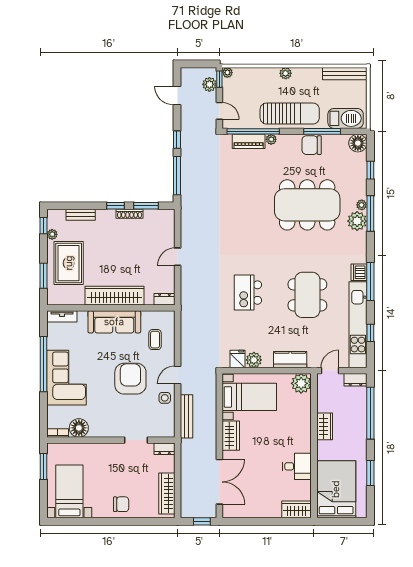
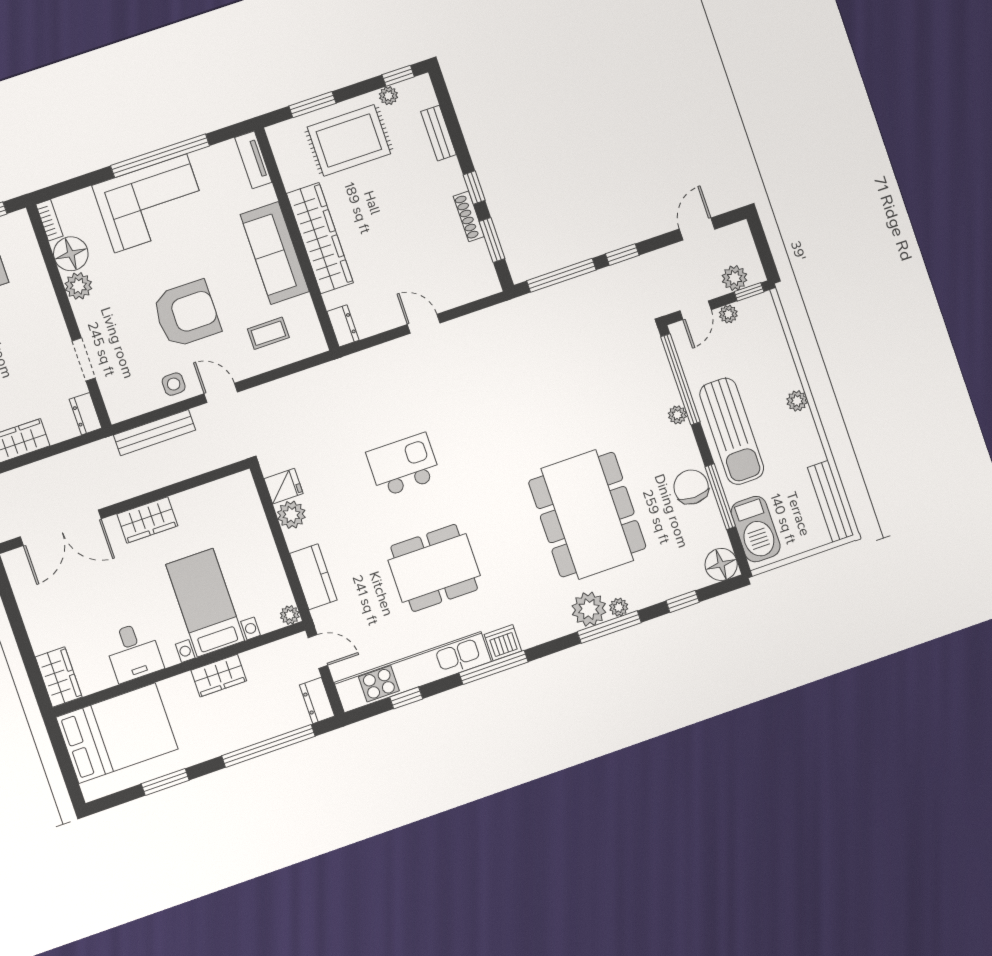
plant: (227, 73) -> (728, 314), moved
piano: (249, 141) -> (661, 378), removed
plant: (301, 383) -> (290, 615), width x0.53, depth x0.53
bed with nightstands: (249, 397) -> (205, 603), moved, turned 180
plant: (97, 430) -> (78, 286), added

